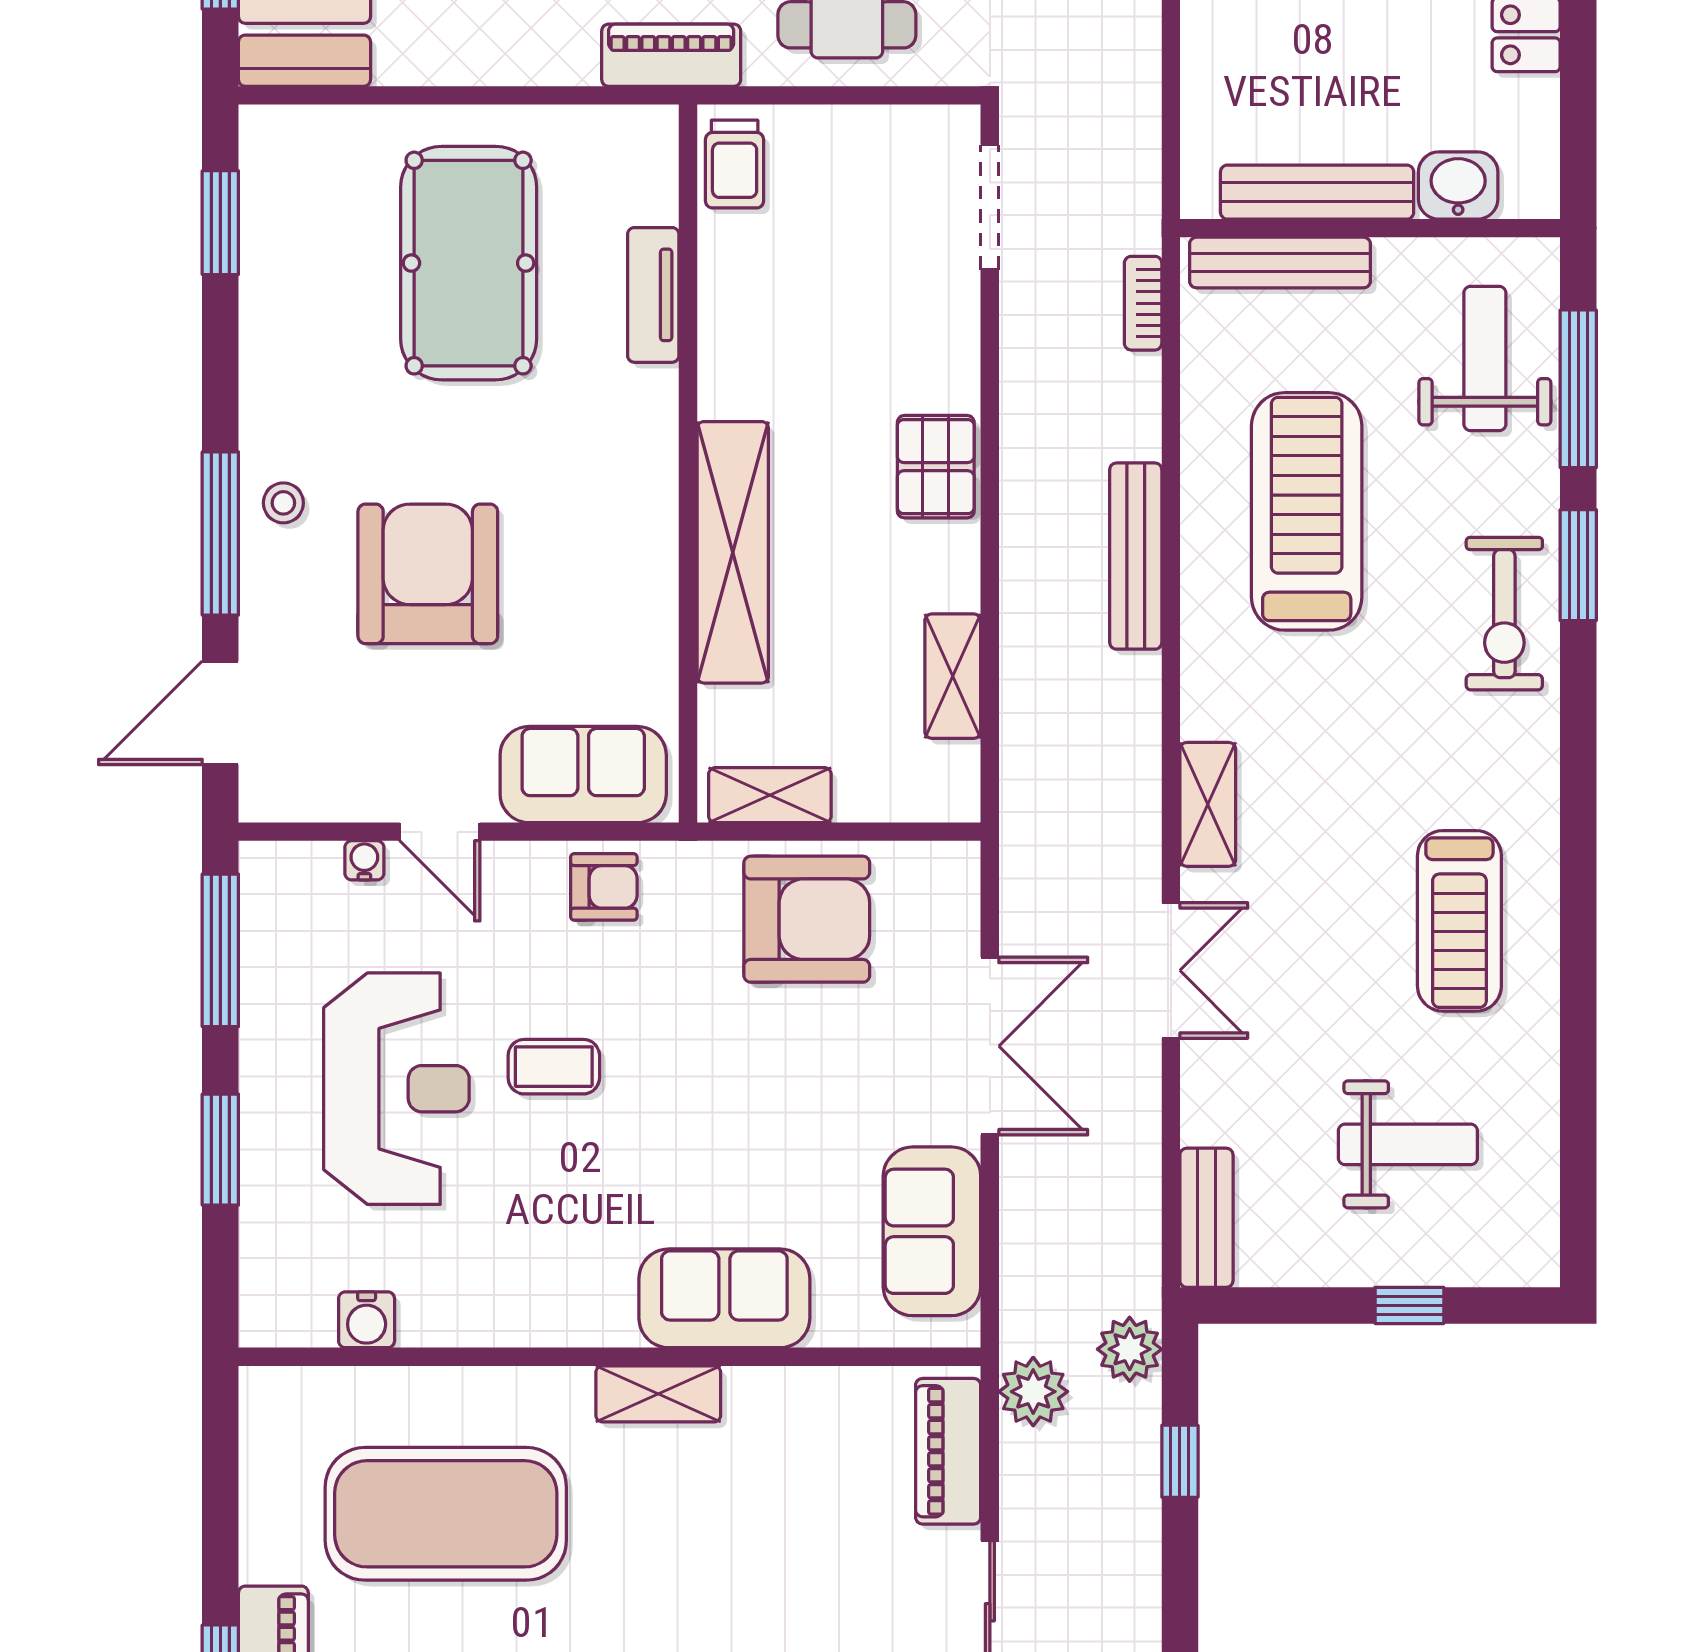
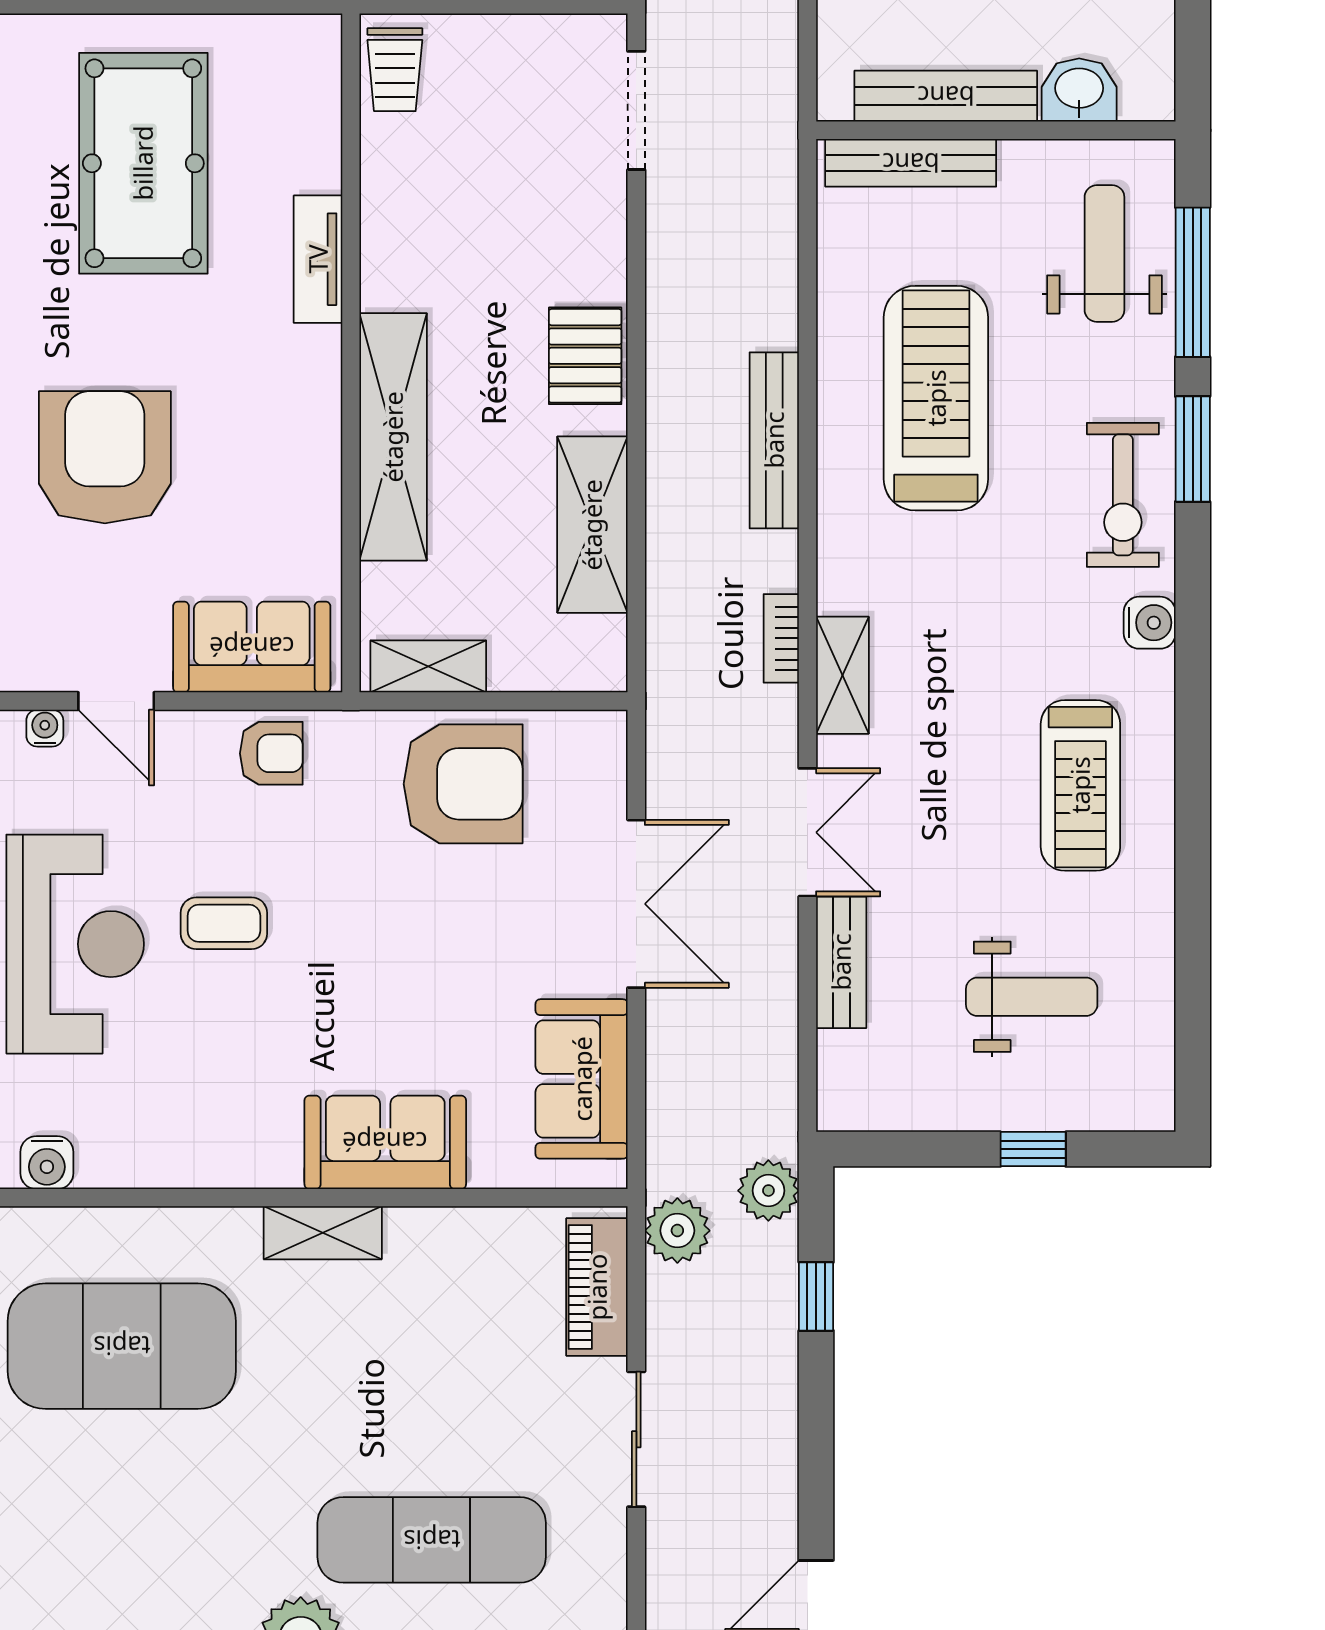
tv unit: (653, 295) -> (318, 259), moved
bookcase: (1143, 303) -> (781, 638), moved
shelving: (953, 676) -> (592, 525), width x1.50, depth x1.33
water cooler: (1533, 749) -> (1150, 623), added
bench: (1206, 1218) -> (841, 962), moved

